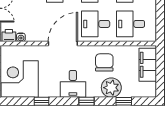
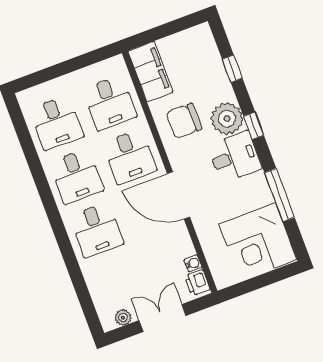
filing cabinet: (148, 65) -> (151, 71), moved, turned -90
plant: (111, 88) -> (227, 119), moved
window: (42, 101) -> (279, 195), width x2.17

